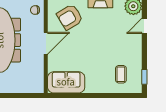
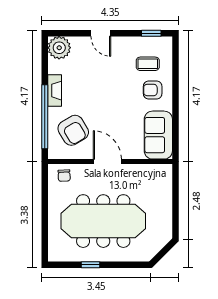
door: (144, 26) -> (101, 33), moved
armchair: (101, 78) -> (153, 90), added

